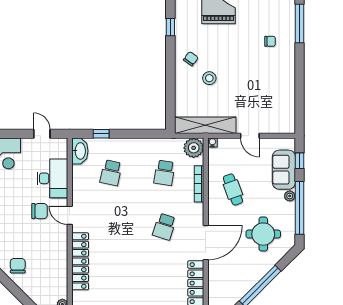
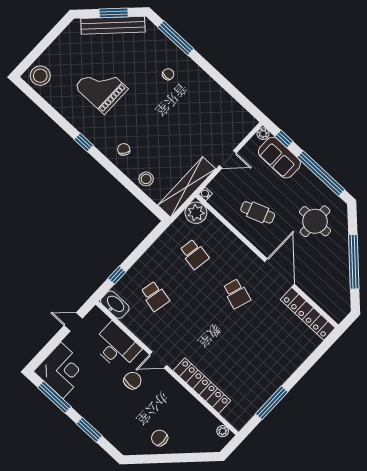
stool: (209, 78) -> (146, 179), moved
bookcase: (199, 184) -> (228, 235), removed
plant: (290, 196) -> (263, 134), moved

